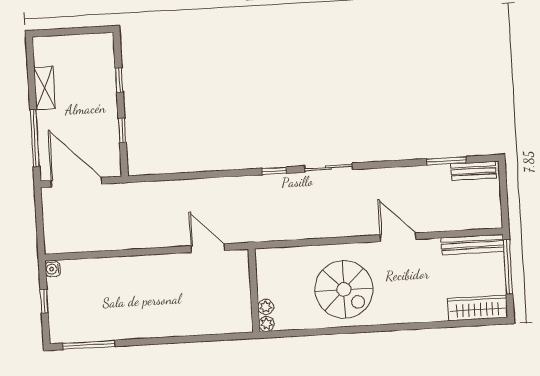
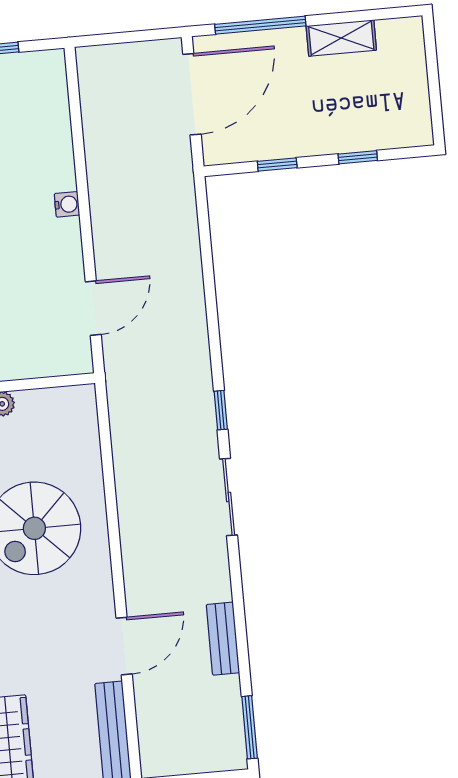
window: (447, 161) -> (250, 727), moved
bench: (473, 171) -> (223, 639), moved
door: (398, 237) -> (124, 646), moved
water cooler: (53, 269) -> (67, 204), moved, turned 90

